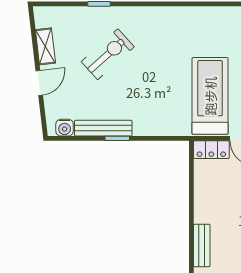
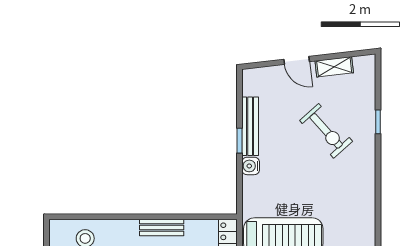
water cooler: (65, 128) -> (251, 166), moved
bench: (202, 246) -> (162, 227), moved

